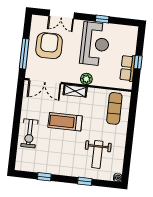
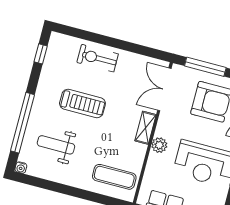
treadmill: (65, 122) -> (82, 103), moved, turned 90
window: (44, 177) -> (41, 54), moved
window: (85, 181) -> (22, 123), width x3.17

